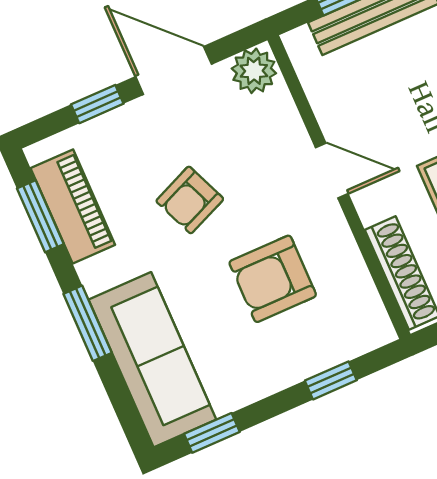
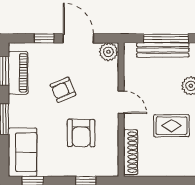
armchair: (273, 279) -> (81, 133), turned -90
sofa: (152, 360) -> (23, 152), width x0.73

